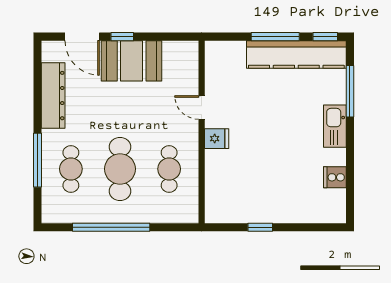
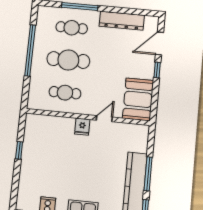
booth: (132, 61) -> (138, 99), moved

